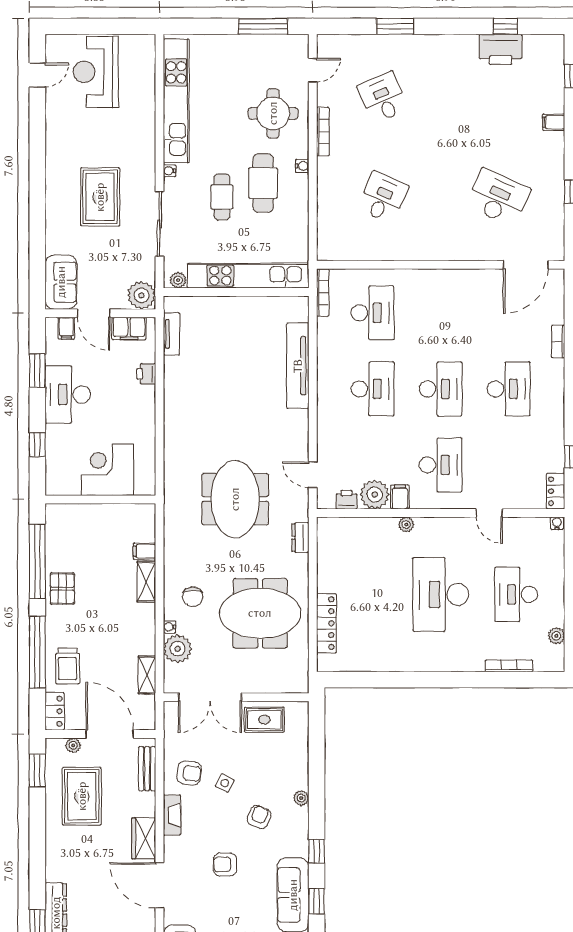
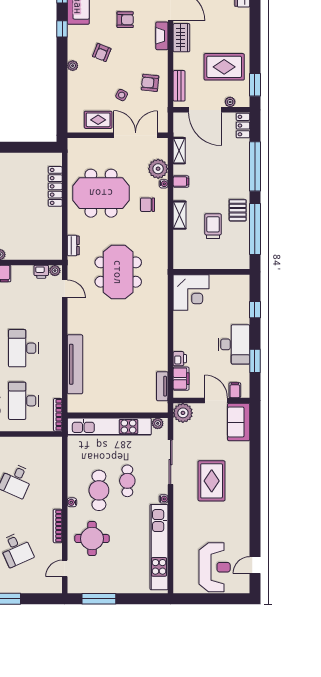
filing cabinet: (129, 328) -> (181, 379), moved, turned 90
corner desk: (108, 470) -> (191, 292), moved
plant: (375, 495) -> (55, 271), moved, width x0.53, depth x0.53
filing cabinet: (144, 551) -> (181, 181), moved
chair: (193, 597) -> (148, 205), turned -90
trolley: (67, 666) -> (213, 226), moved
side table: (225, 783) -> (122, 95), moved
rug: (82, 796) -> (224, 67), turned 90
fireplace: (172, 815) -> (162, 36), moved

